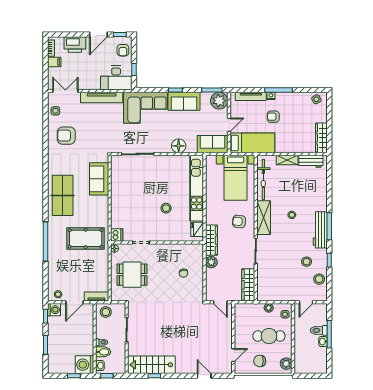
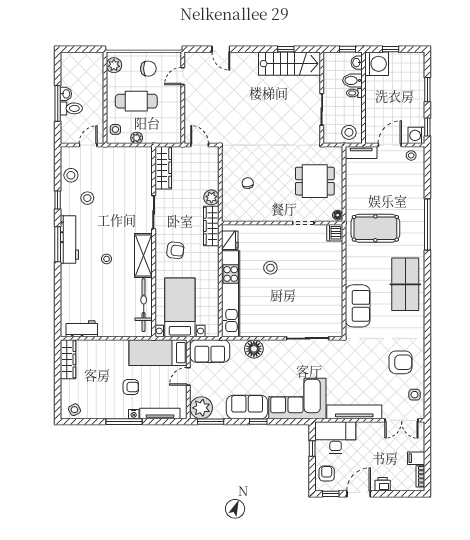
printer: (75, 45) -> (383, 484), width x0.53, depth x0.68
shelving: (287, 160) -> (113, 331), removed

